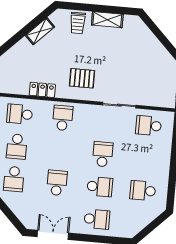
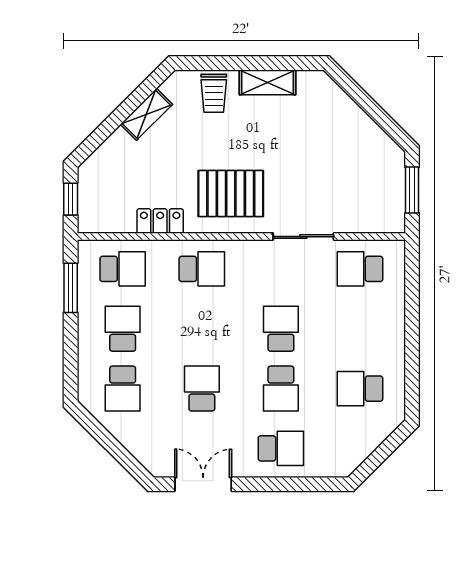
pallet: (82, 78) -> (231, 193), width x1.50, depth x1.42
school desk: (20, 114) -> (123, 269), turned 180
school desk: (63, 118) -> (202, 269), turned 90
school desk: (17, 147) -> (123, 329), turned 180
school desk: (100, 187) -> (281, 389), turned 90

